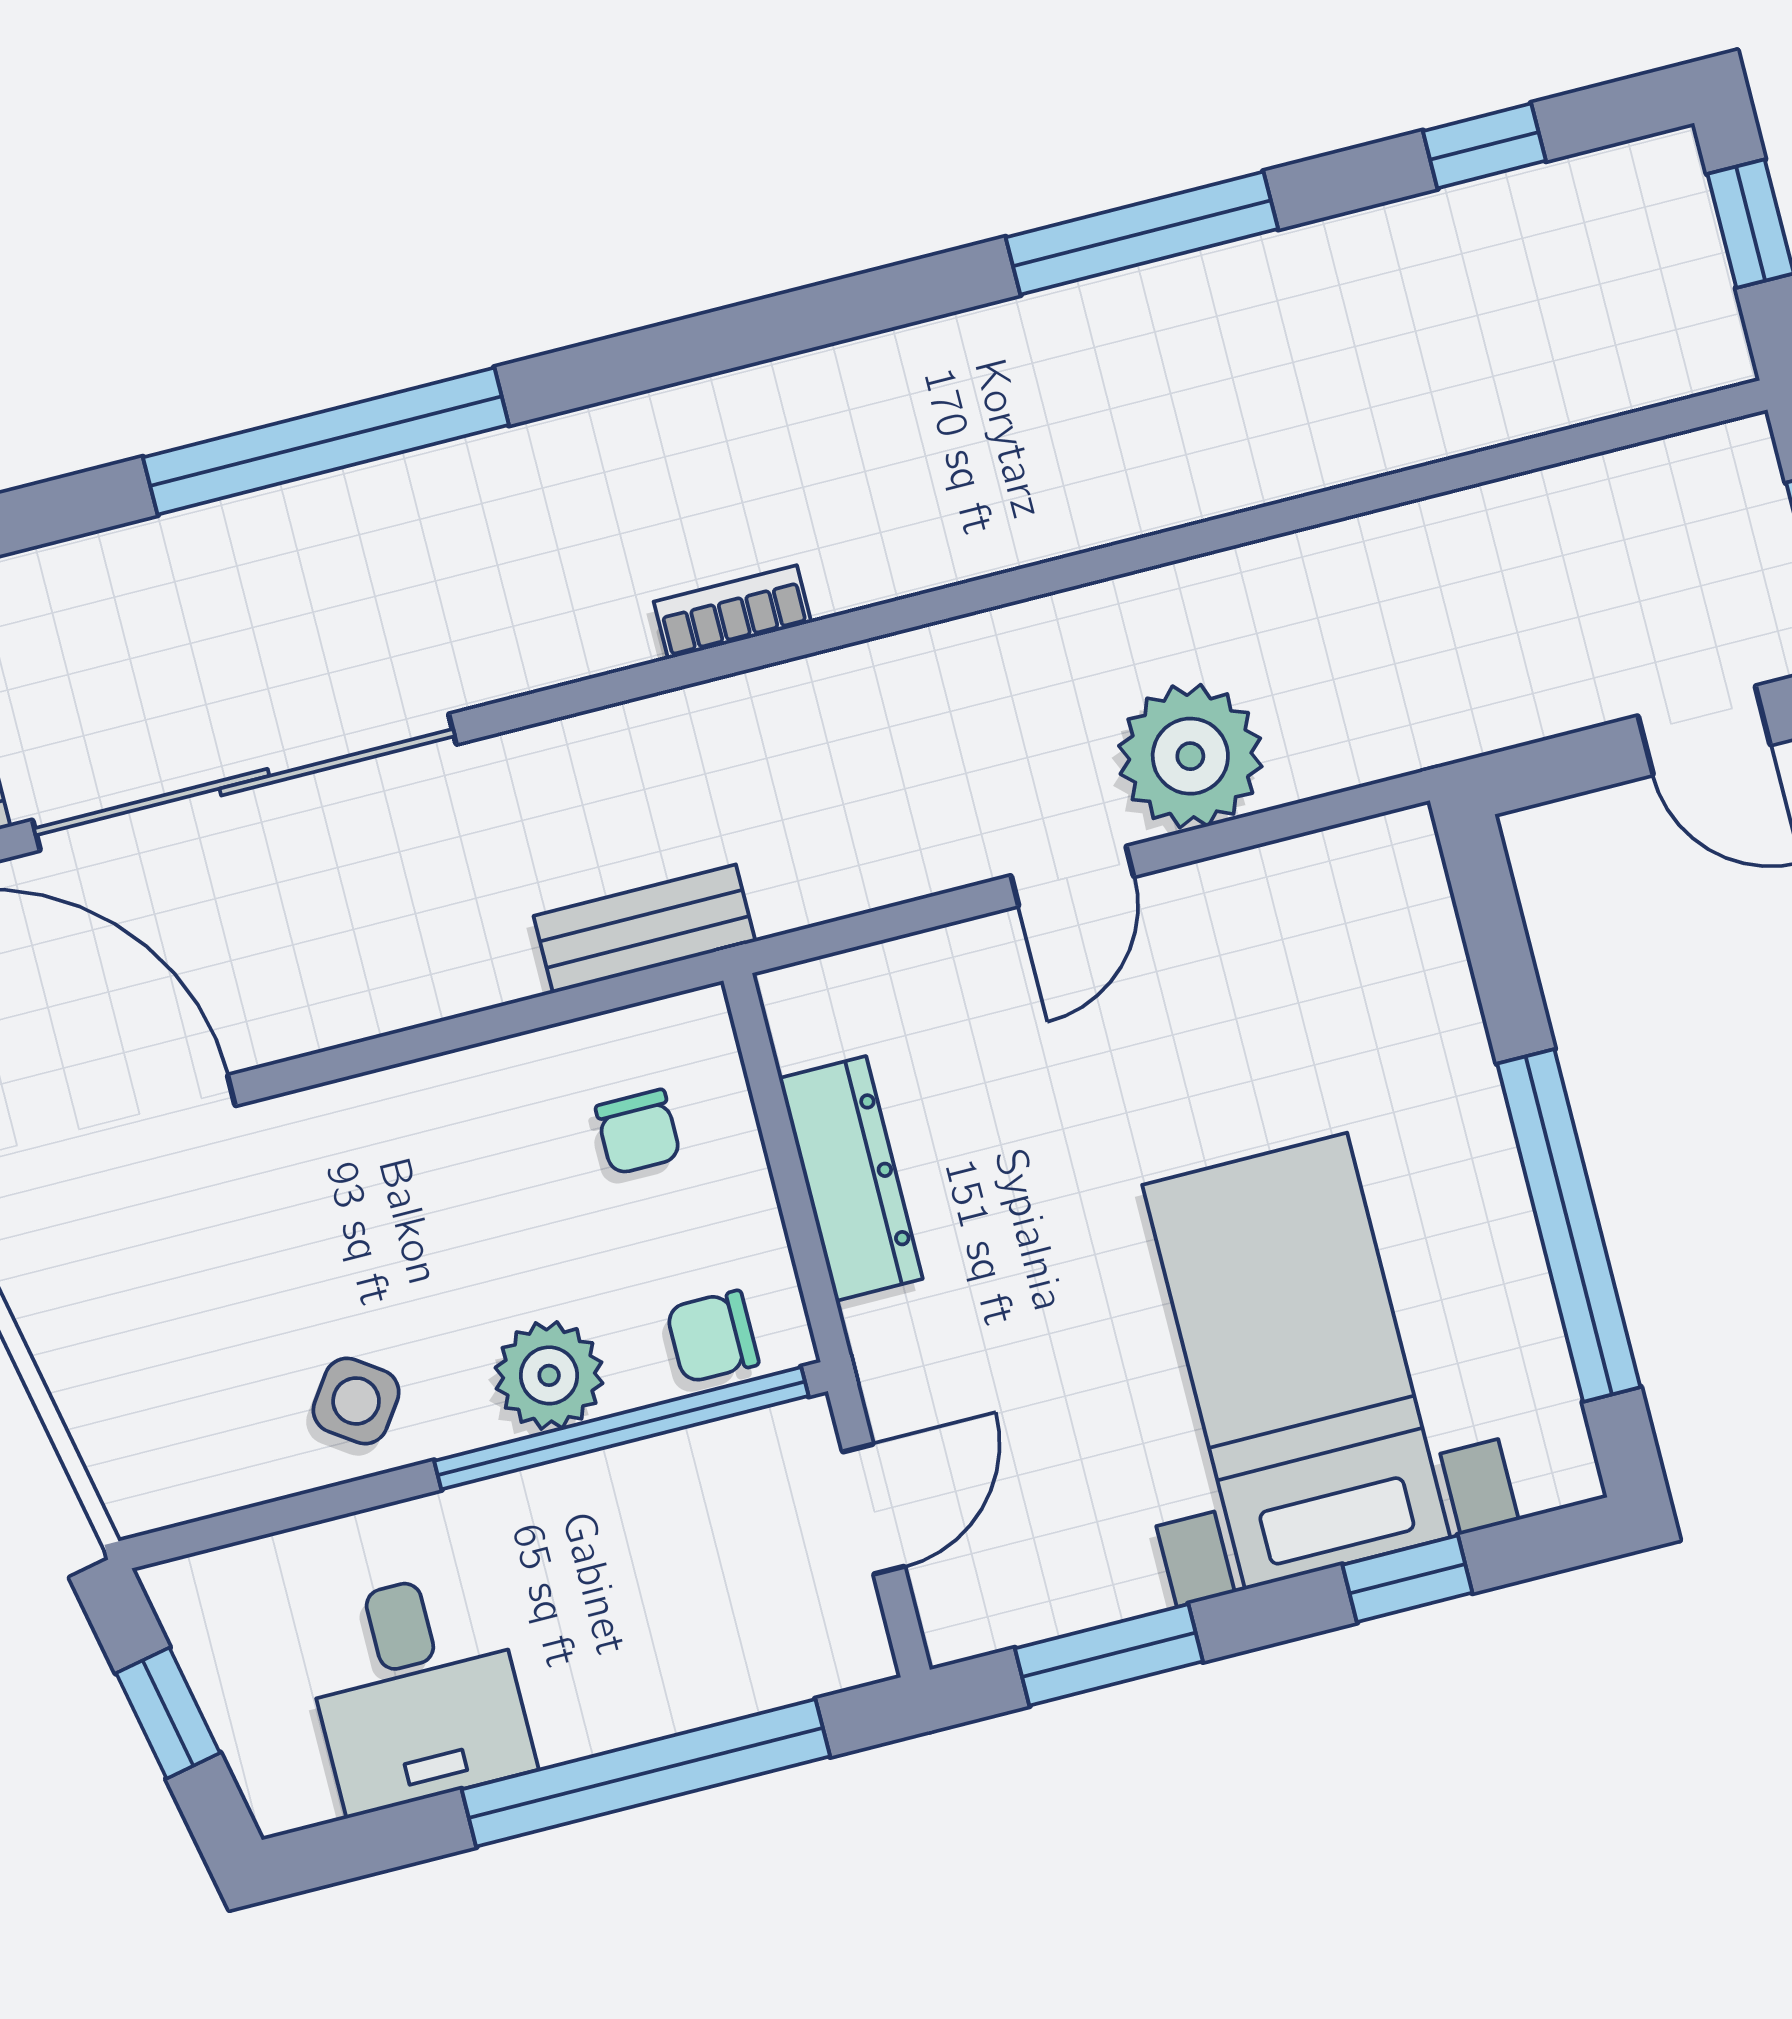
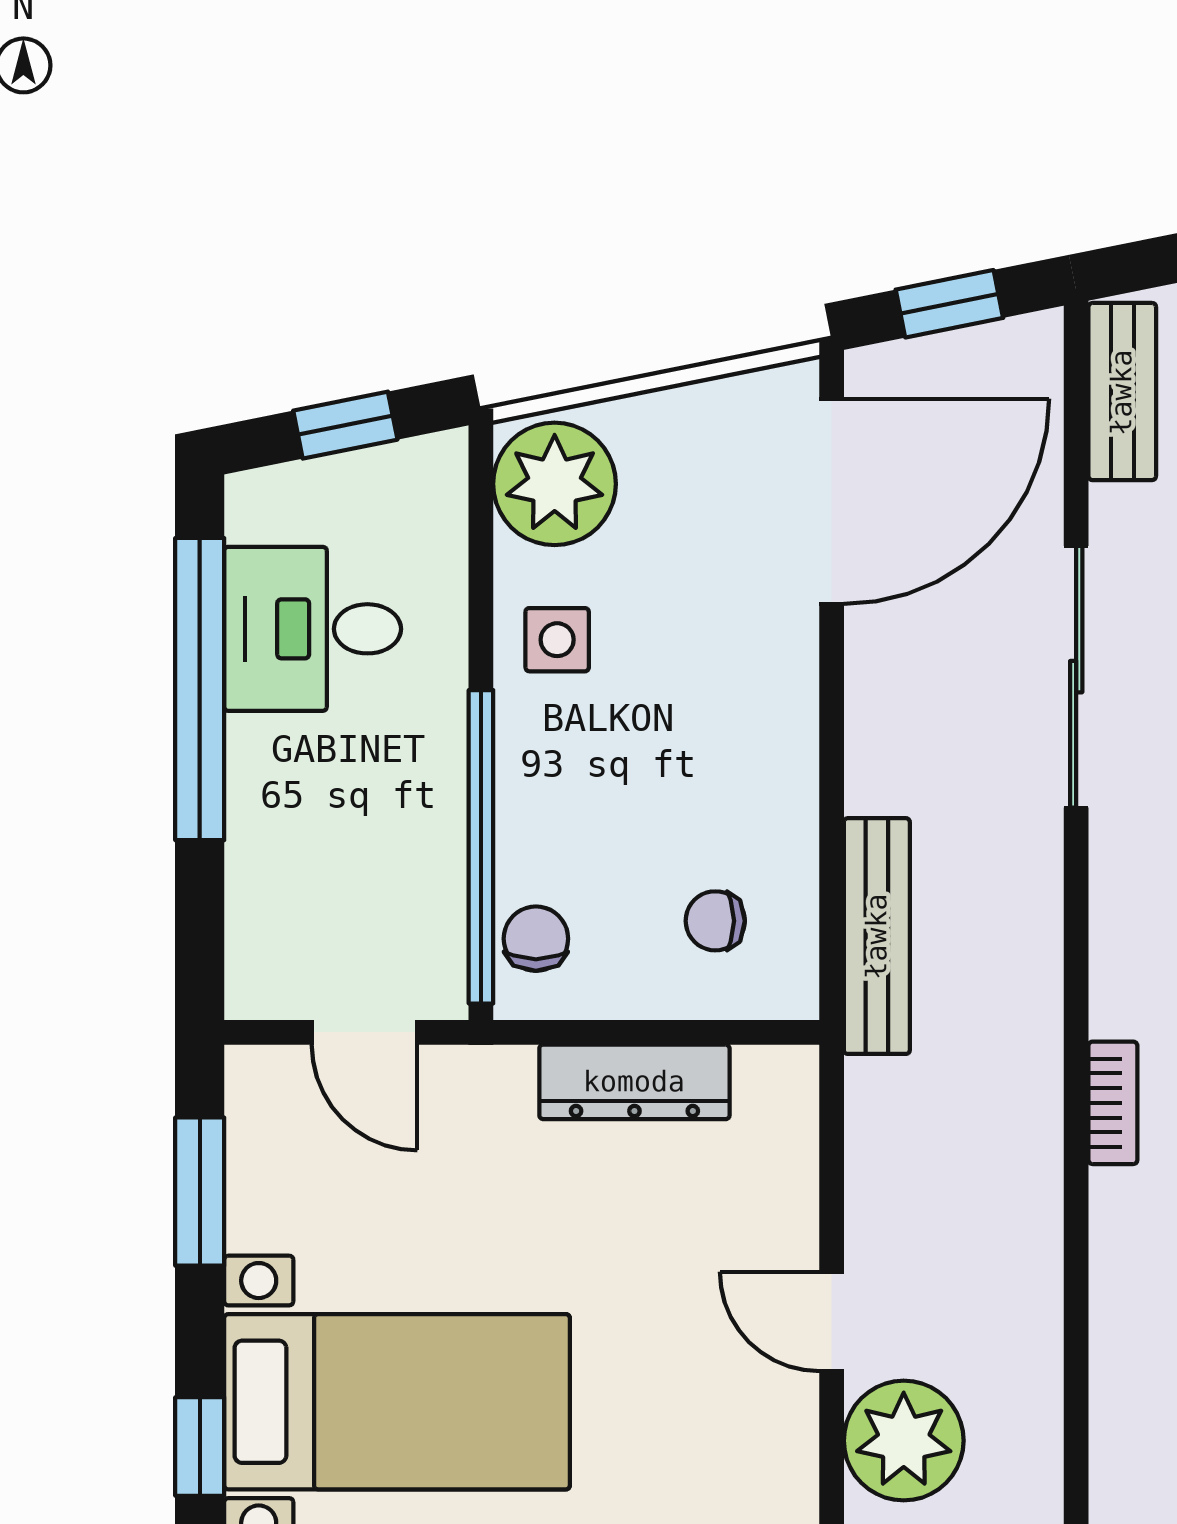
sliding door: (244, 782) -> (1076, 677), width x0.73
bench: (644, 929) -> (877, 936), width x1.36
plant: (549, 1375) -> (555, 484), moved, width x1.36, depth x1.36
side table: (356, 1401) -> (557, 640), turned -35
window: (646, 1773) -> (200, 689), moved

